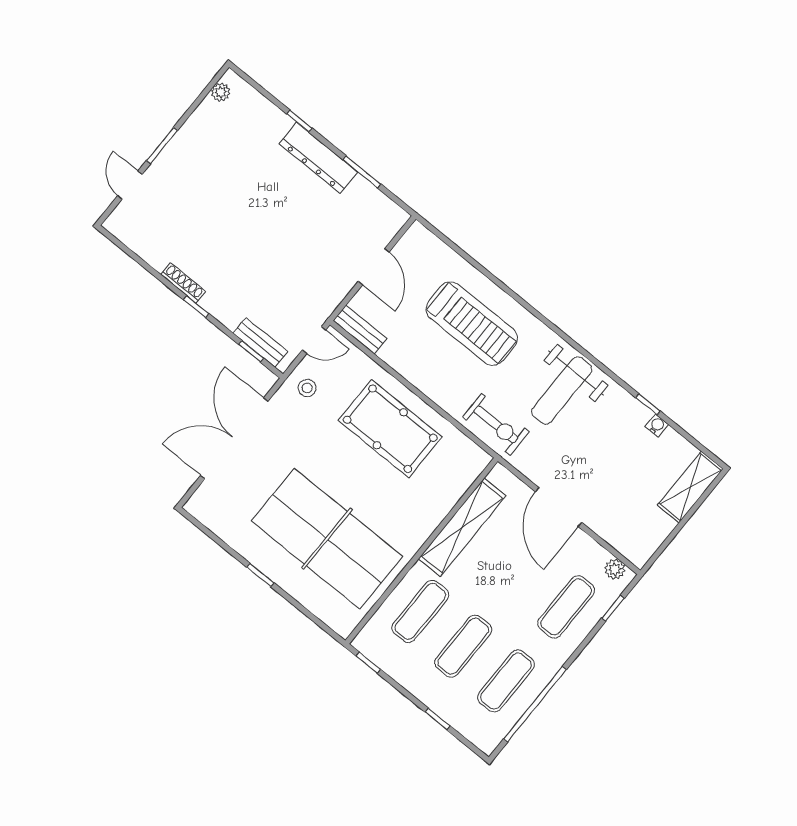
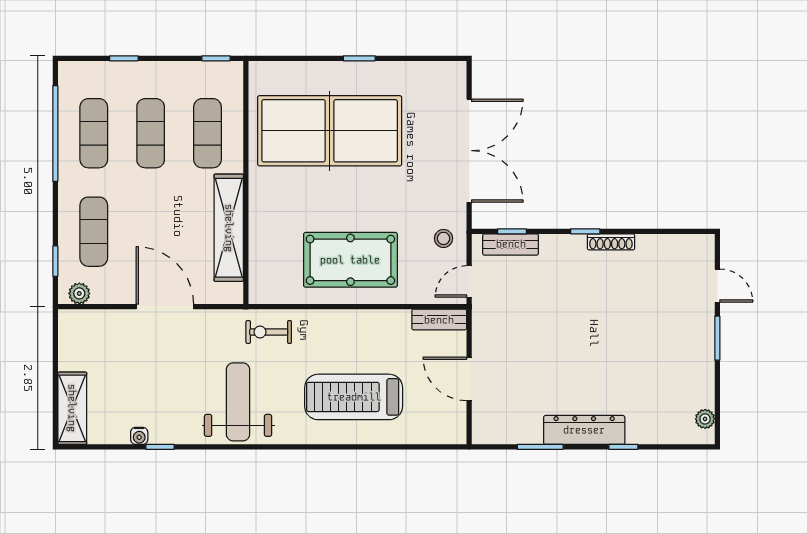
exercise bike: (496, 424) -> (269, 332), width x0.73, depth x0.72

